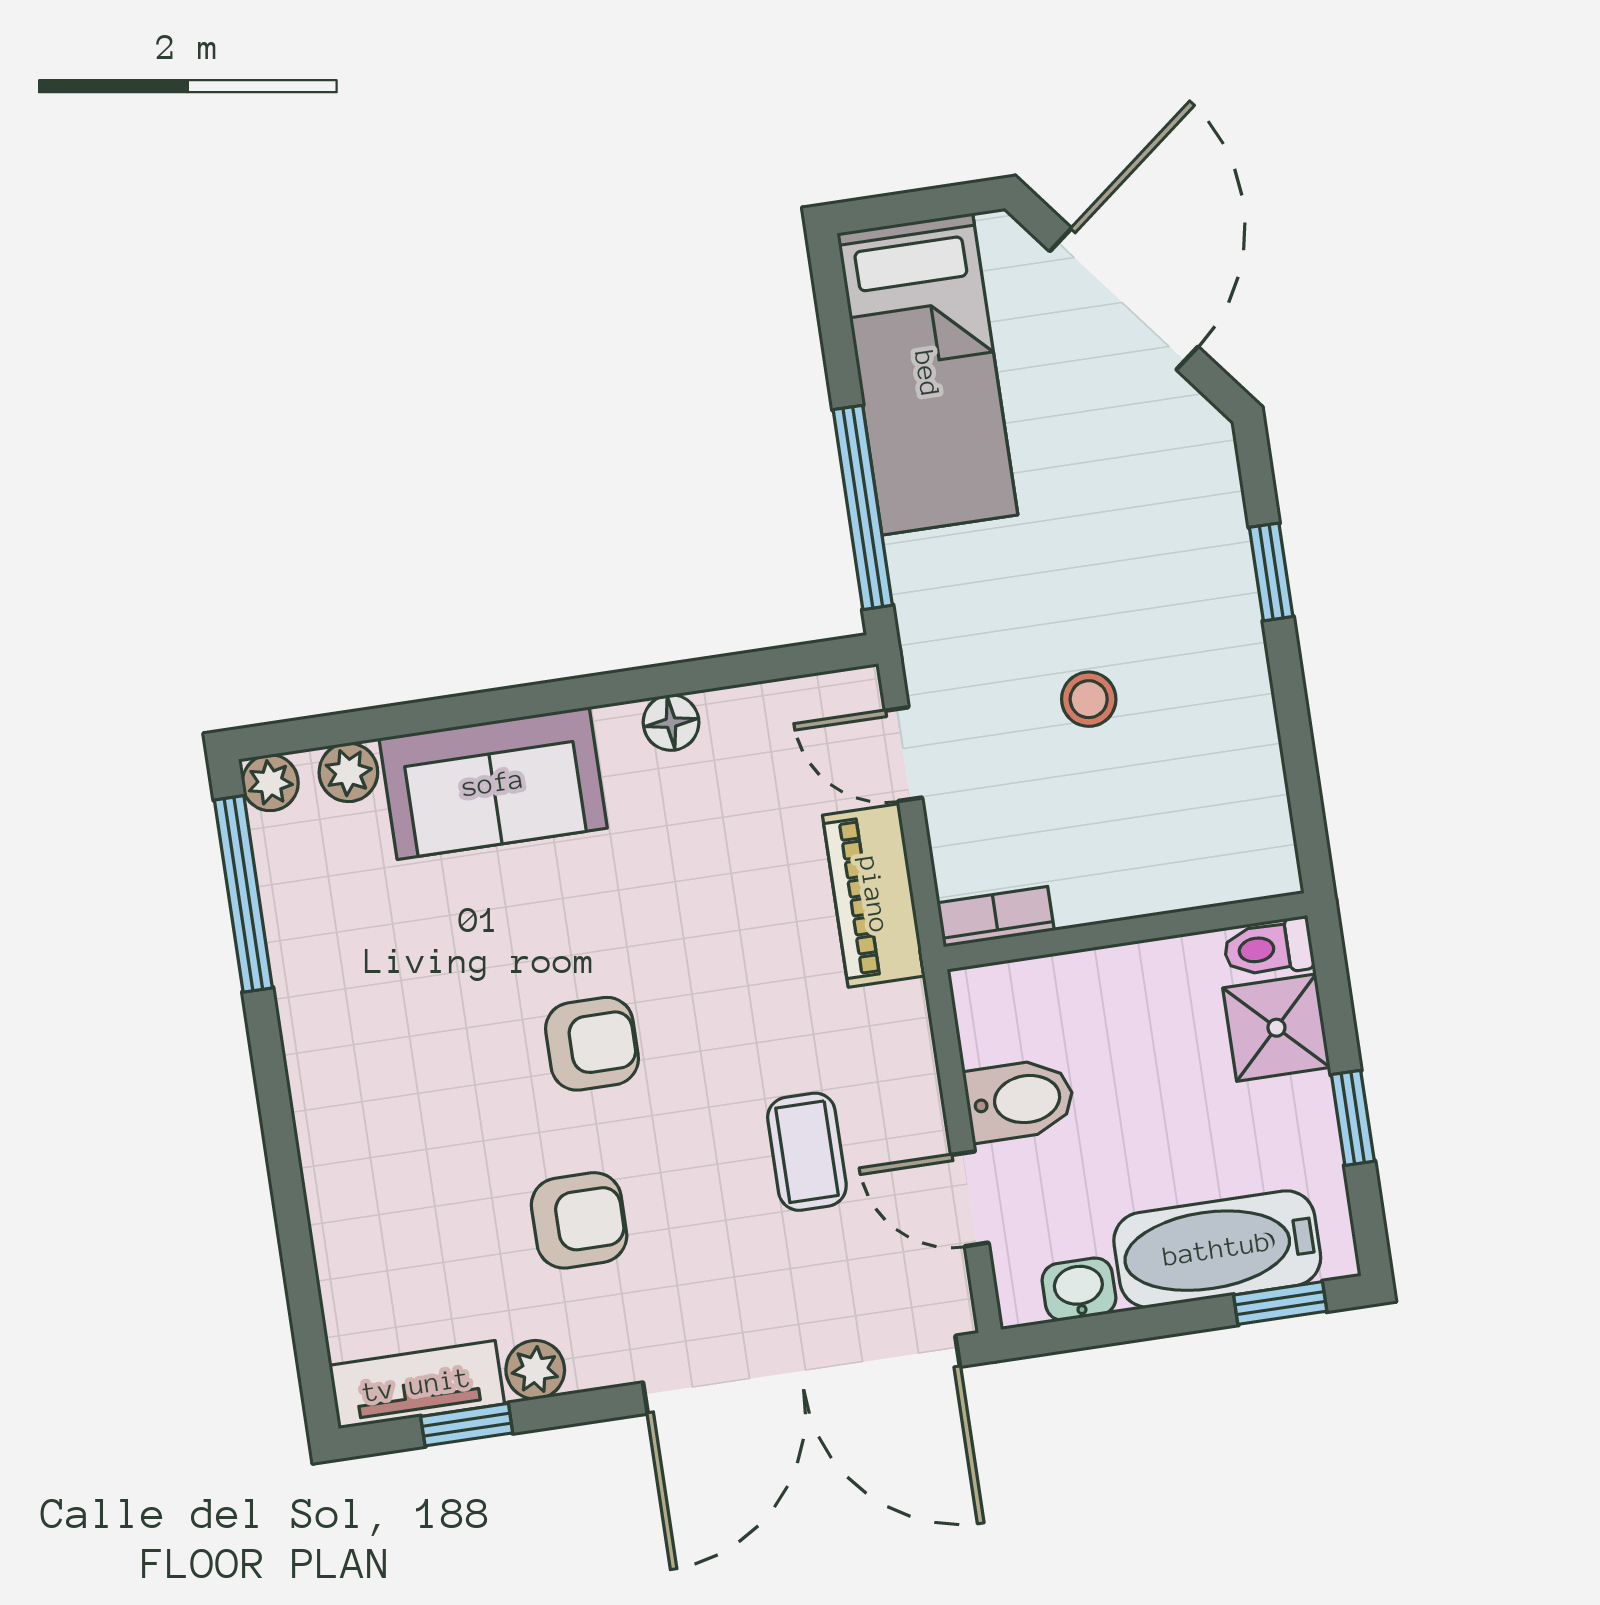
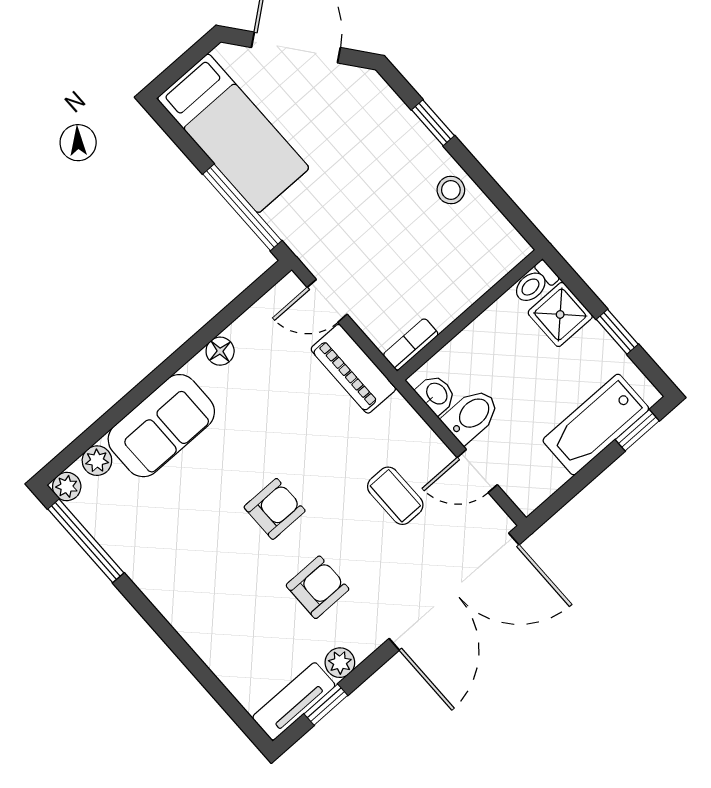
stool: (1089, 699) -> (451, 190), moved
washbasin: (1079, 1289) -> (436, 394), moved, turned 90

